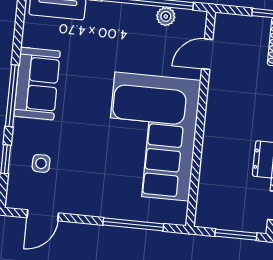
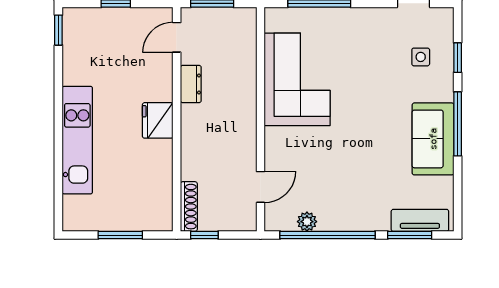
corner sofa: (152, 137) -> (297, 79), width x0.73, depth x0.74

